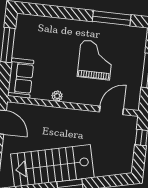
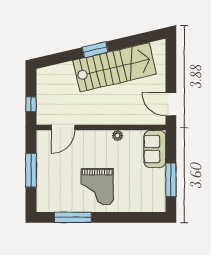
grand piano: (95, 60) -> (97, 187), moved

